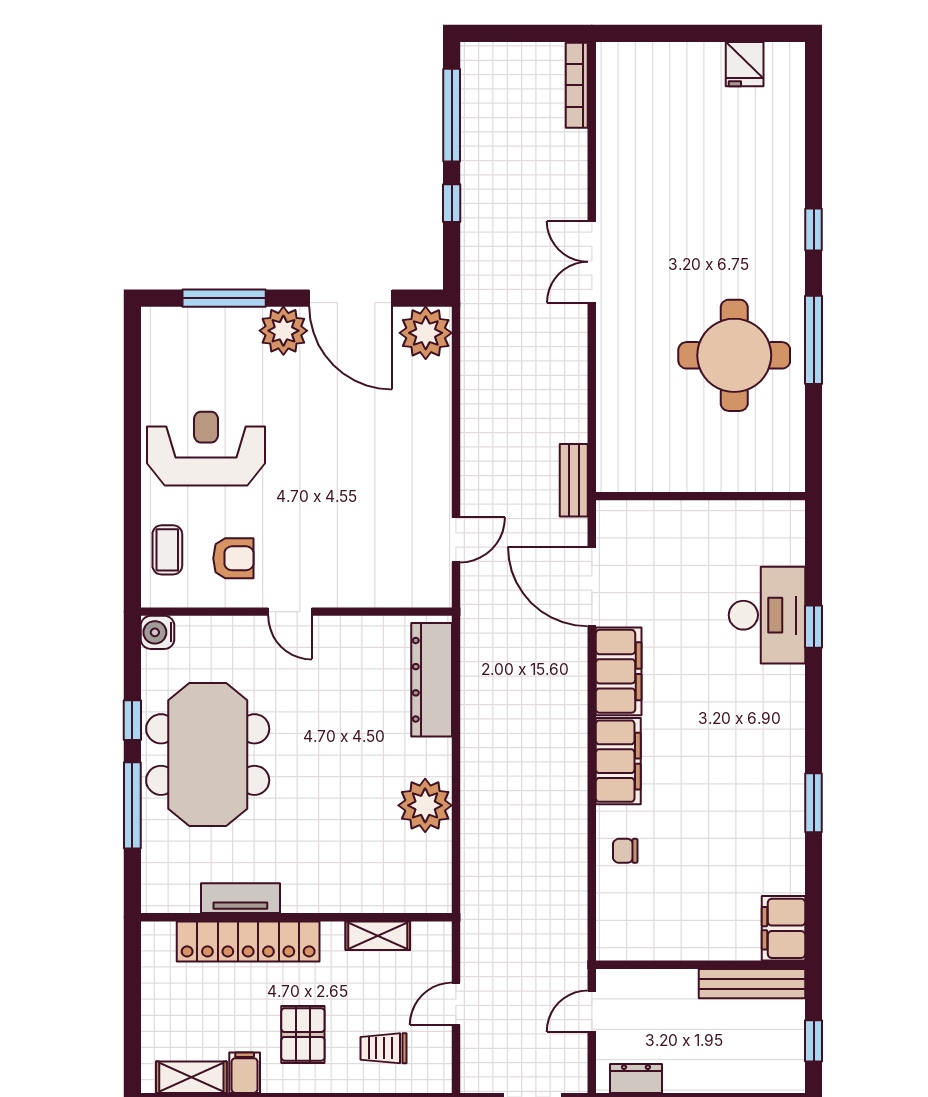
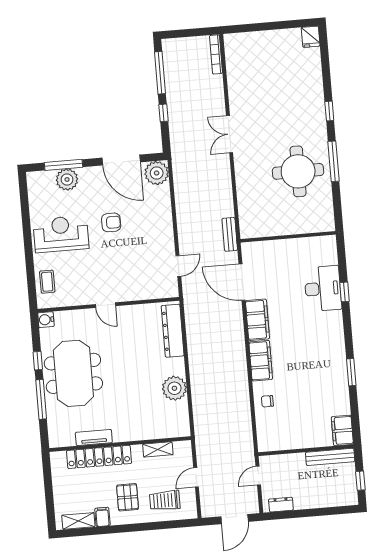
fridge: (745, 64) -> (311, 37), moved
plant: (283, 331) -> (67, 180), moved
armchair: (233, 558) -> (111, 222), moved
trolley: (384, 1048) -> (165, 500), width x1.36, depth x1.39

